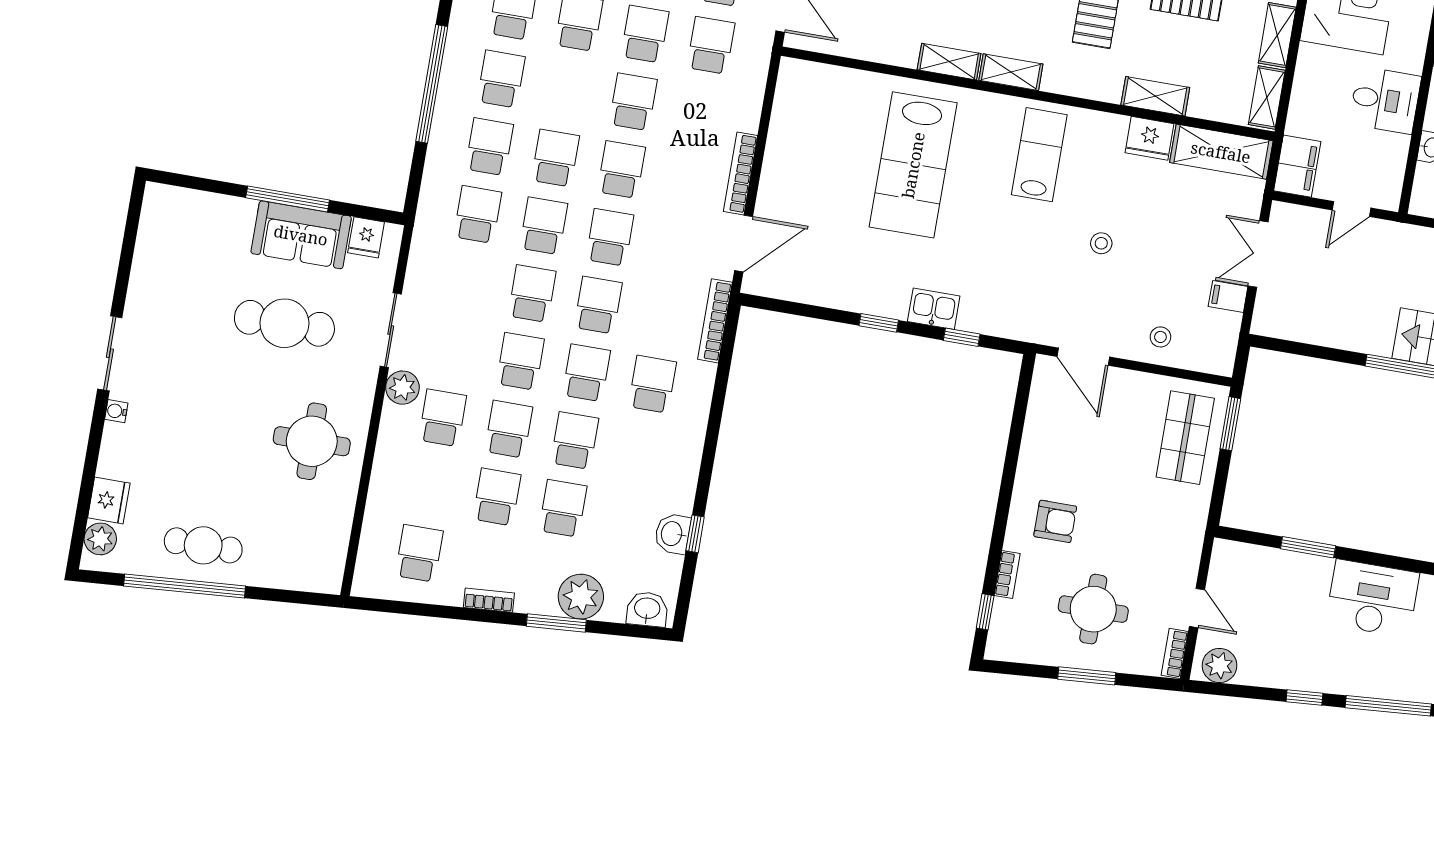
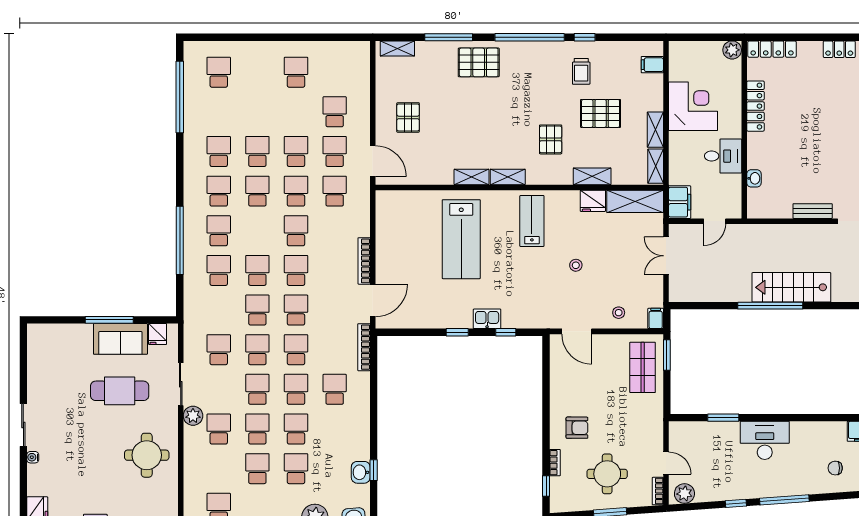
school desk: (478, 214) -> (219, 350), moved
filing cabinet: (1228, 296) -> (656, 318), moved, turned 90

